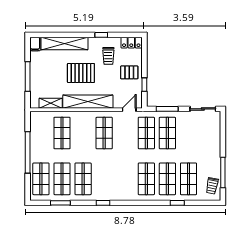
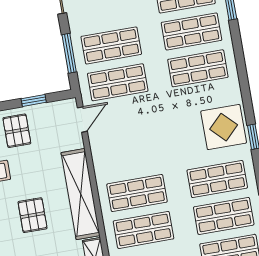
pallet: (81, 73) -> (33, 215), width x0.67, depth x0.71
door: (129, 110) -> (82, 119), swing flipped
shop shelf: (104, 133) -> (137, 193), moved
display table: (111, 187) -> (224, 127), added

